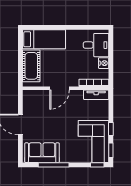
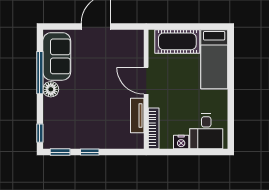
tv unit: (96, 95) -> (137, 115), moved
corner sofa: (94, 141) -> (72, 128), removed
floor lamp: (66, 157) -> (51, 89), added

